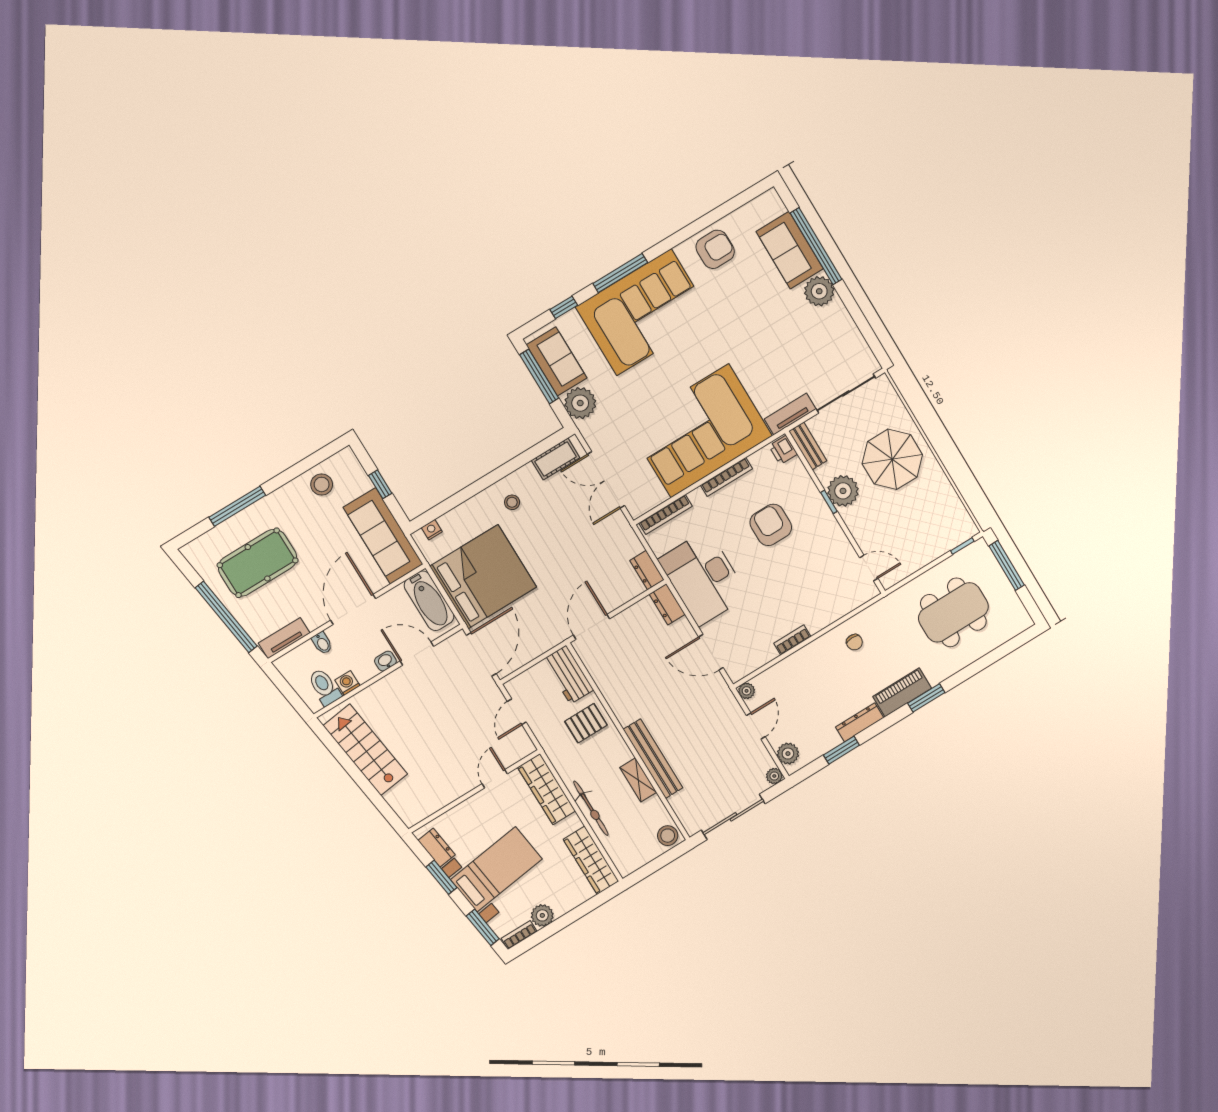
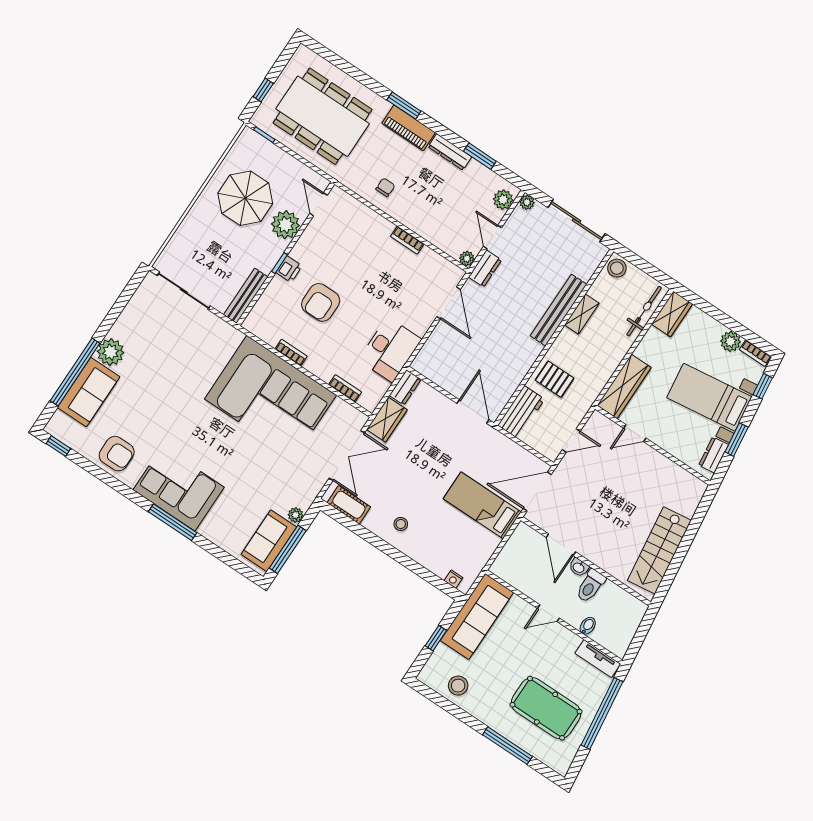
armchair: (715, 249) -> (117, 454), turned 180
window: (564, 307) -> (58, 446), moved
corner sofa: (644, 312) -> (179, 489), width x0.73, depth x0.74
plant: (580, 403) -> (296, 515), width x0.53, depth x0.53
tv unit: (790, 414) -> (222, 329), removed
bench: (808, 446) -> (246, 296), width x1.36
printer: (783, 450) -> (289, 269), moved
parasol: (892, 459) -> (245, 198), moved
bookcase: (726, 477) -> (291, 353), width x0.64
plant: (843, 491) -> (285, 225), moved
bookcase: (666, 515) -> (345, 388), width x0.64
wardrobe: (623, 537) -> (387, 420), added
window: (1007, 565) -> (263, 90), width x0.46
bed: (483, 577) -> (482, 505), width x0.49
desk: (703, 578) -> (390, 350), width x0.73, depth x0.77
bathtub: (429, 601) -> (513, 555), removed
dresser: (667, 604) -> (485, 269), moved
door: (353, 609) -> (548, 613), width x0.53
dining table: (953, 612) -> (323, 116), width x1.36, depth x1.24
door: (591, 627) -> (473, 411), swing flipped
washing machine: (347, 683) -> (611, 590), removed
toilet: (324, 687) -> (591, 586), moved
door: (756, 726) -> (492, 237), hinge flipped
bicycle: (591, 808) -> (644, 311), moved
wardrobe: (591, 860) -> (672, 314), width x0.67
window: (483, 927) -> (763, 386), width x0.67

